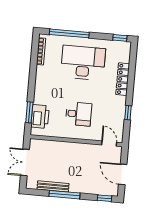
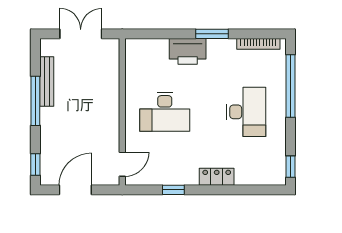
desk: (83, 63) -> (246, 112), width x0.73, depth x0.77
locker: (123, 79) -> (217, 177), width x0.66
window: (29, 112) -> (212, 34), moved
desk: (79, 114) -> (165, 112), width x1.37
printer: (40, 116) -> (188, 51), moved

